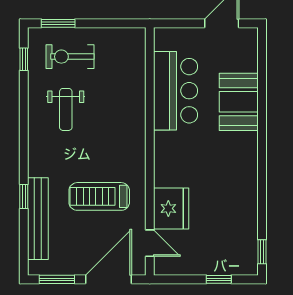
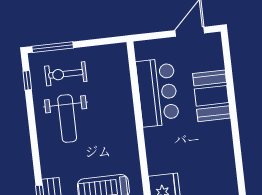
window: (58, 23) -> (53, 47), width x1.44
weight bench: (66, 109) -> (67, 119), width x1.36, depth x1.33

